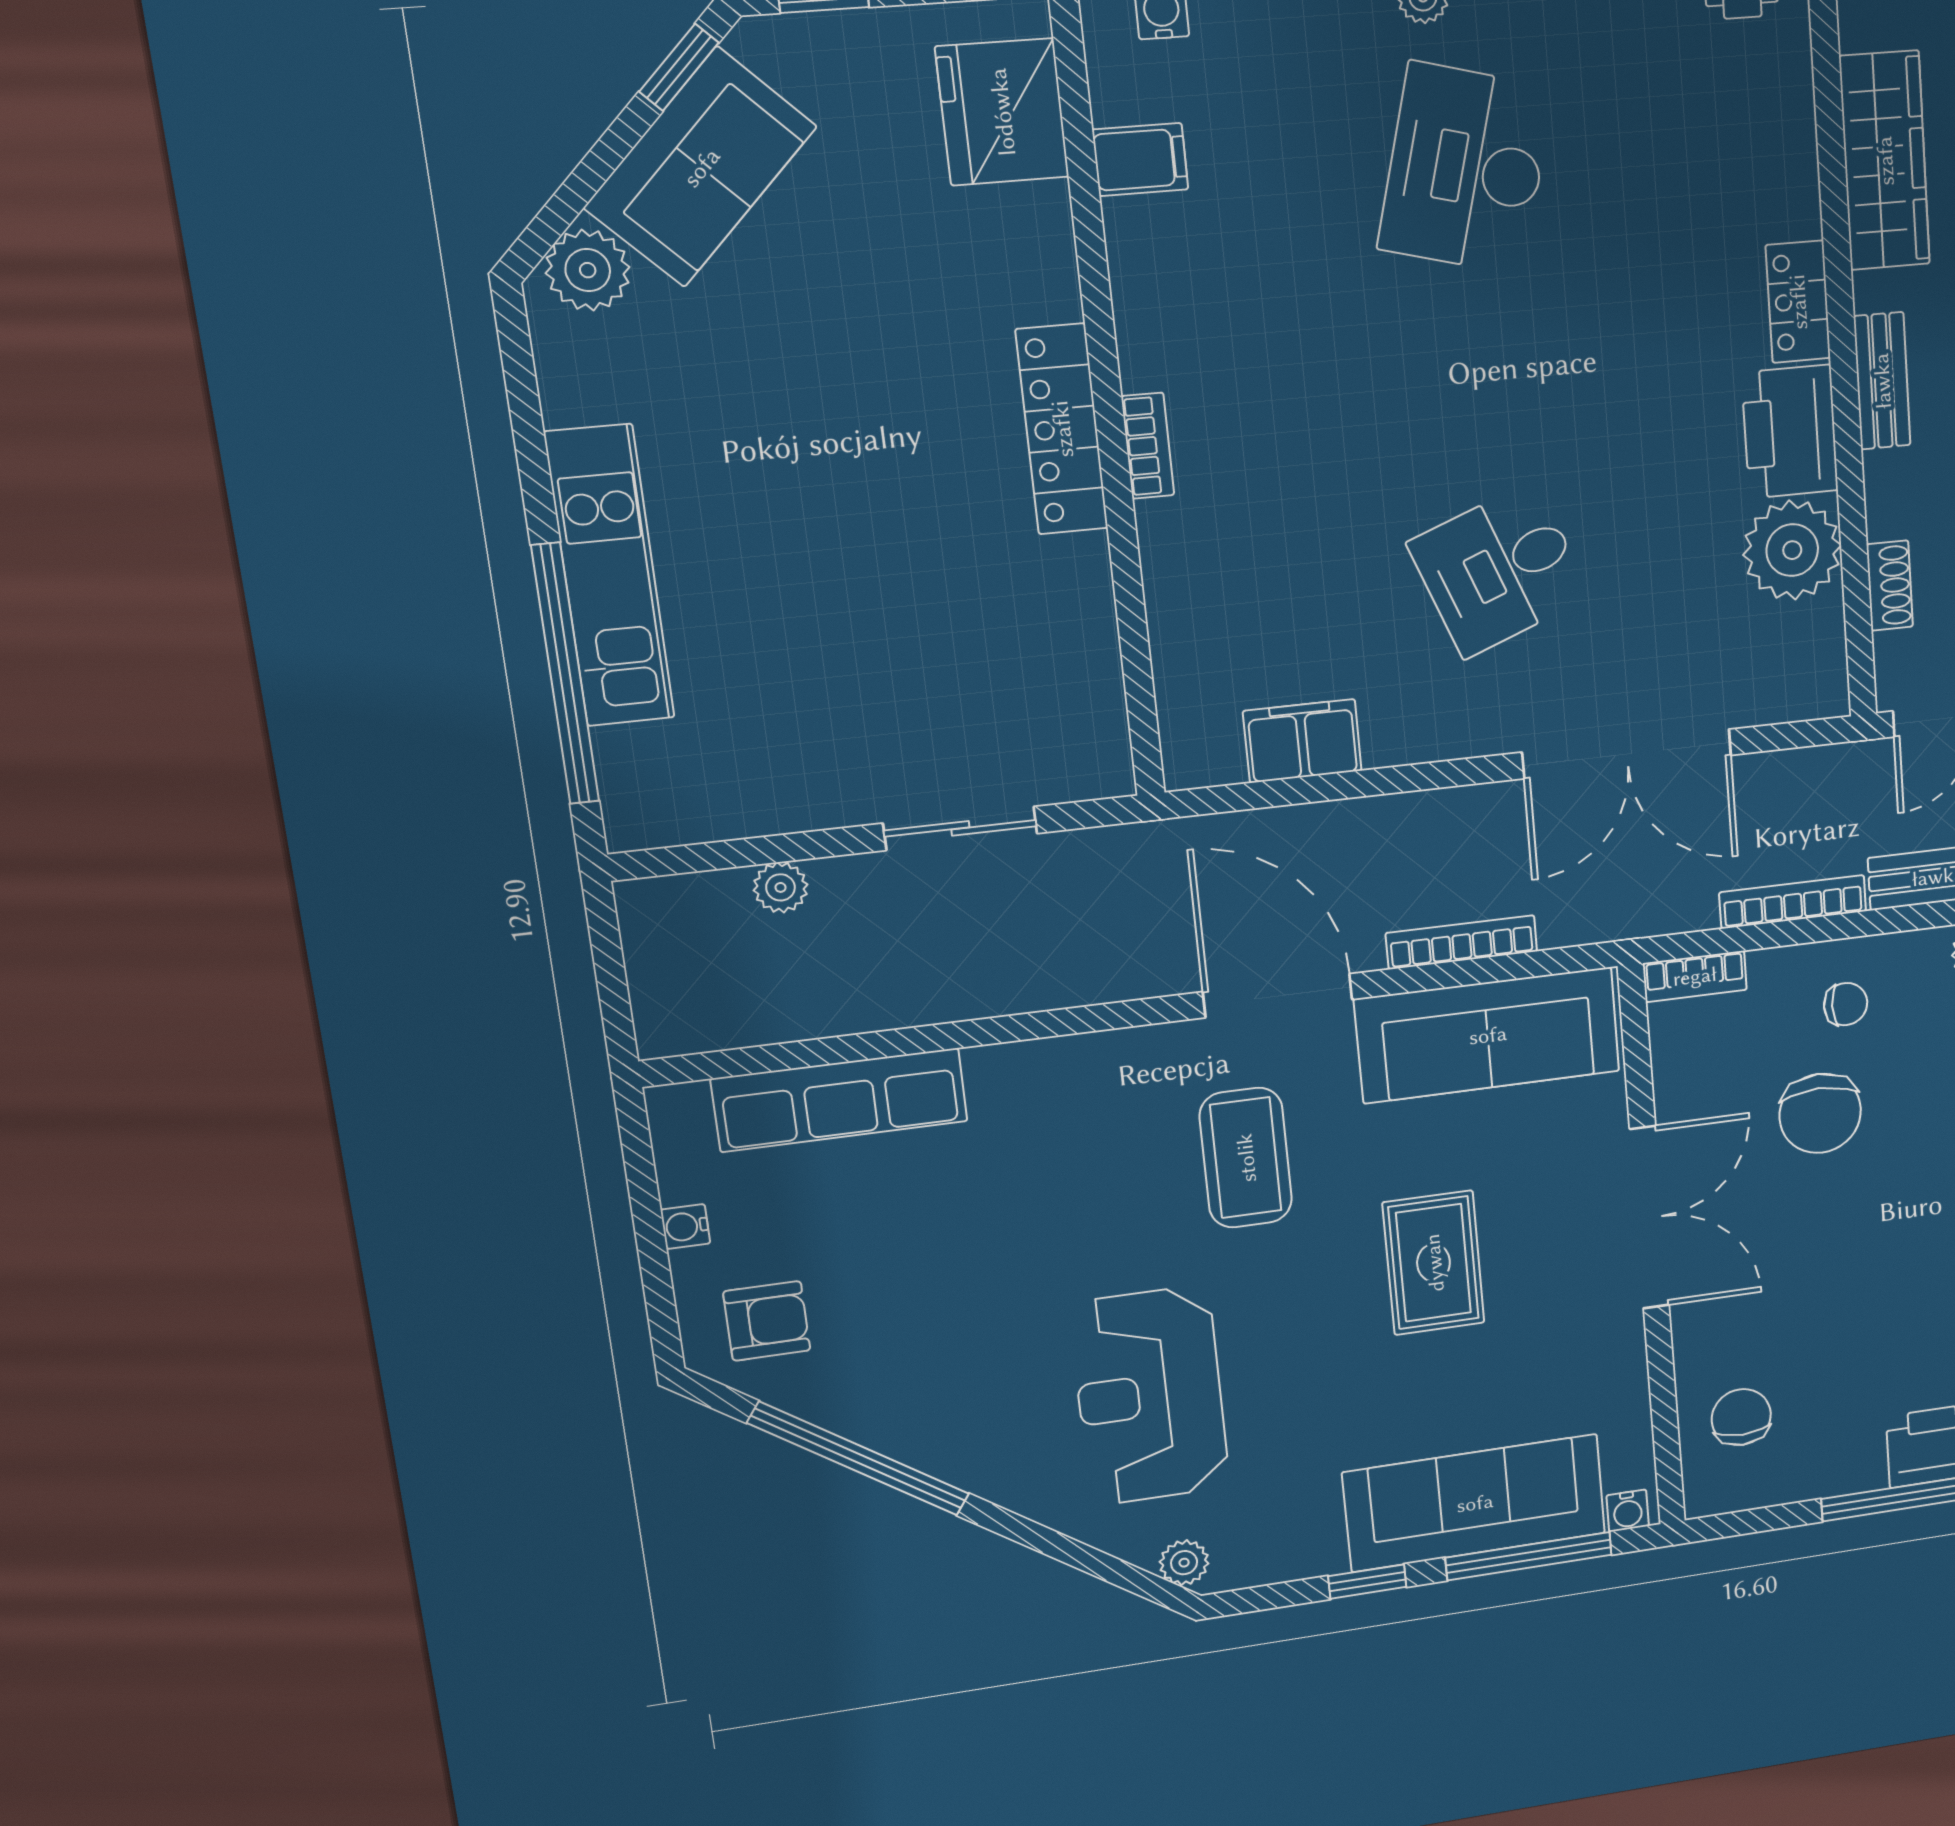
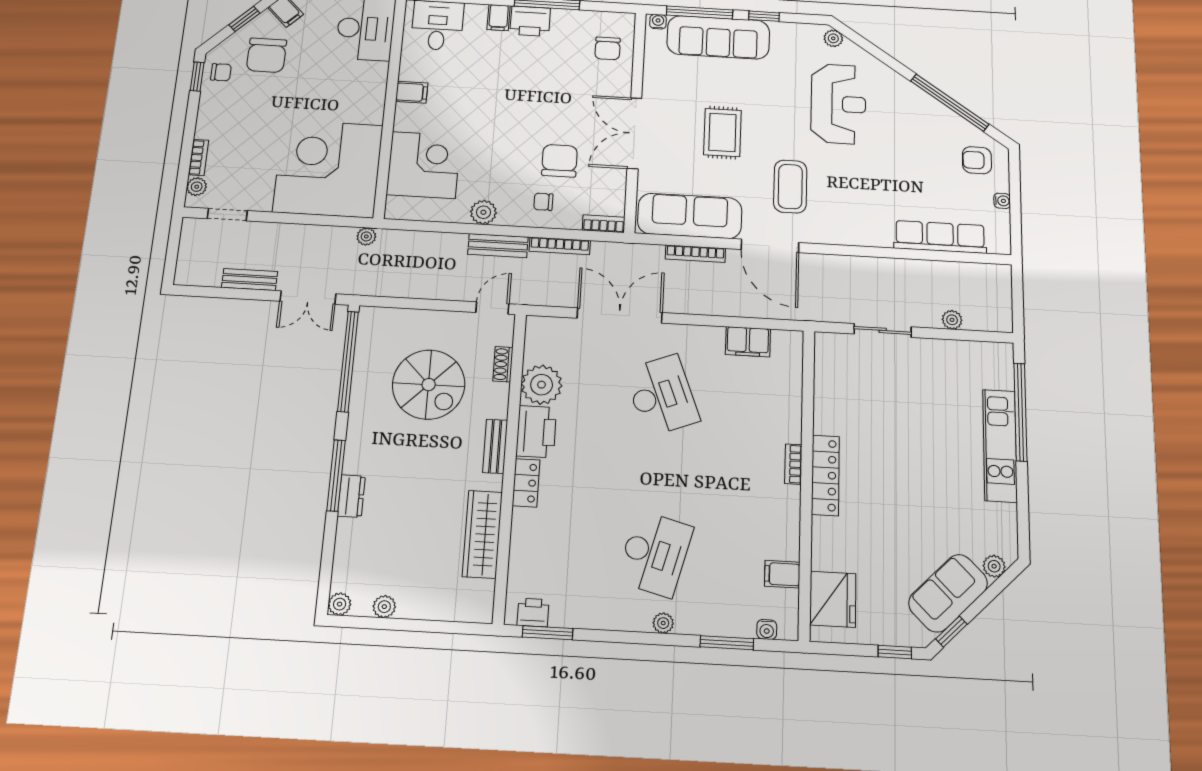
plant: (588, 270) -> (994, 566), width x0.73, depth x0.73
desk: (1499, 570) -> (662, 395), width x1.37

